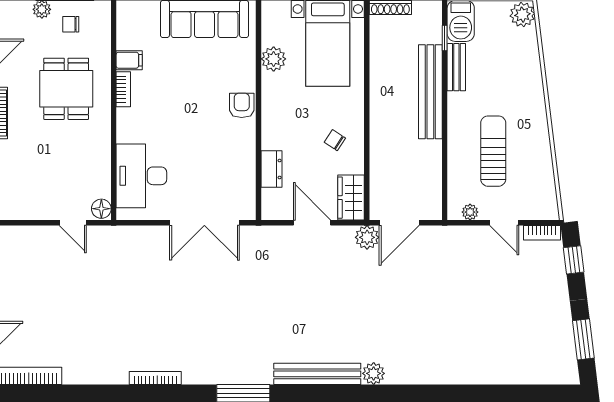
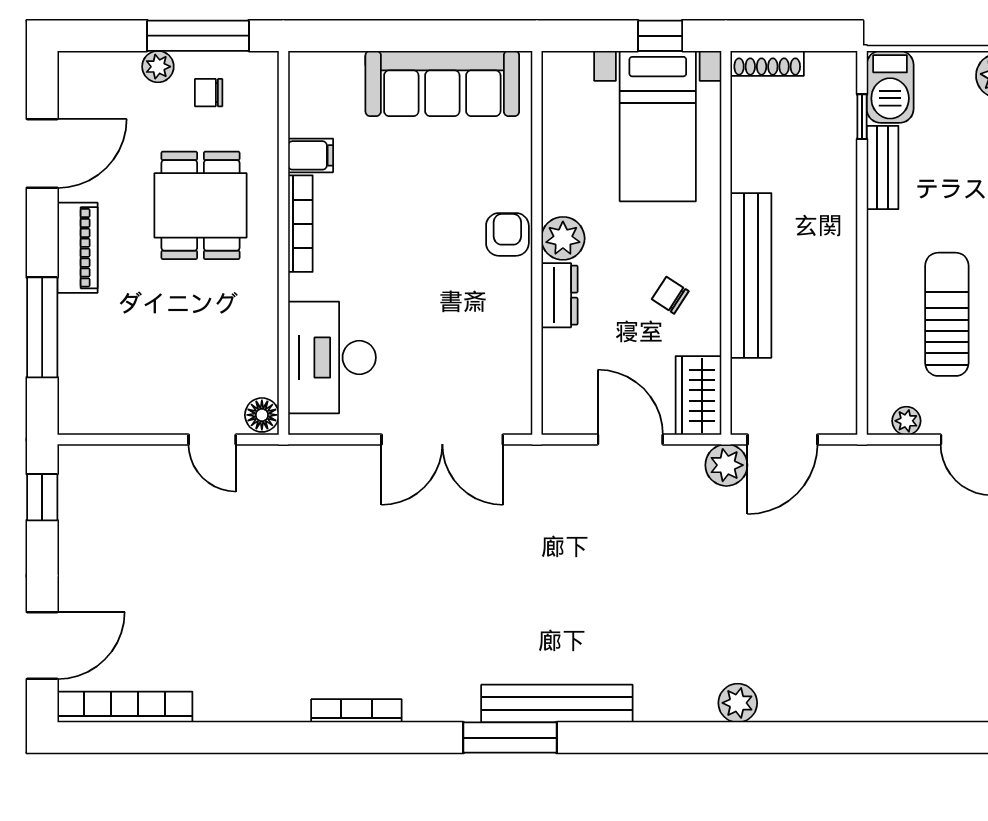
plant: (274, 59) -> (563, 238), moved
bookcase: (123, 89) -> (300, 224), width x1.56
bench: (430, 92) -> (751, 275), moved
dresser: (272, 169) -> (559, 295), moved
bench: (317, 374) -> (557, 704), moved

